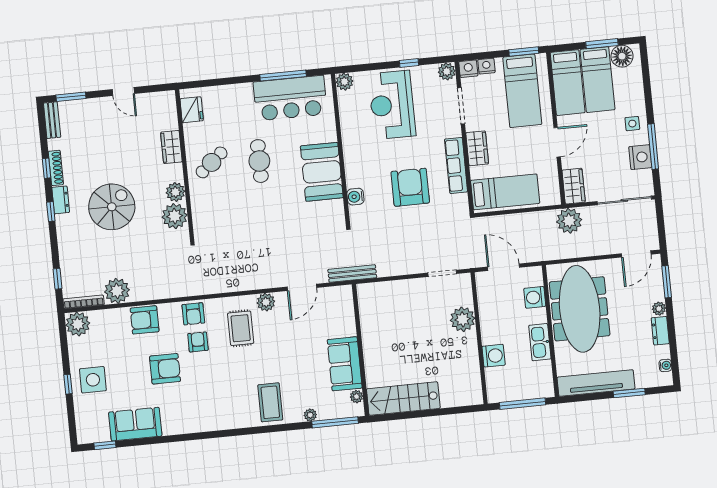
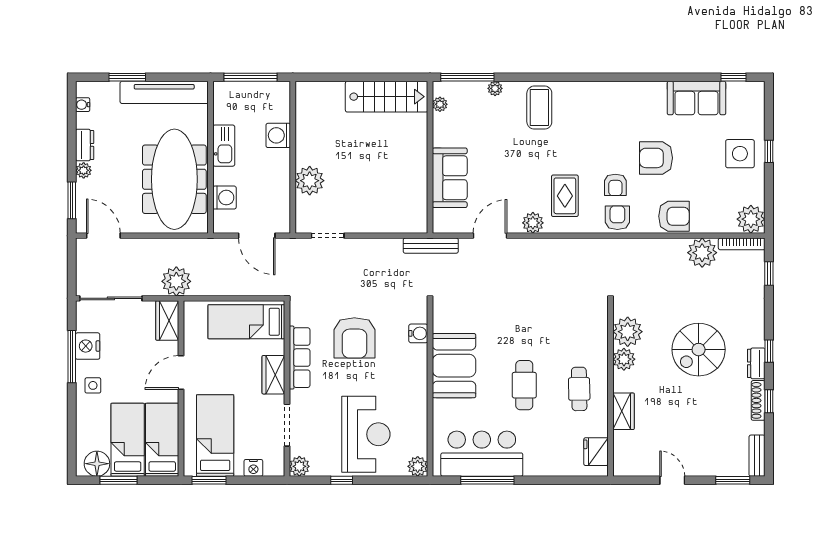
nightstand: (468, 69) -> (274, 467), removed
cafe table: (212, 162) -> (579, 389), turned -51
door: (636, 254) -> (103, 236), hinge flipped
sofa: (345, 364) -> (450, 178), moved

